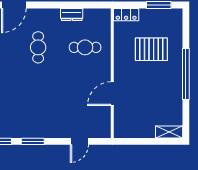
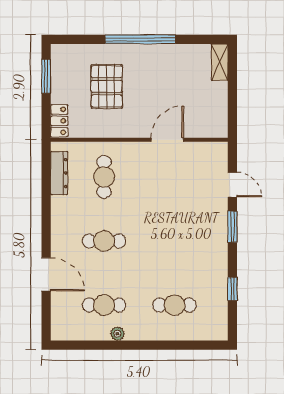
dresser: (72, 14) -> (59, 173), moved, width x1.44
door: (112, 94) -> (167, 140), swing flipped
window: (33, 141) -> (232, 227), moved

